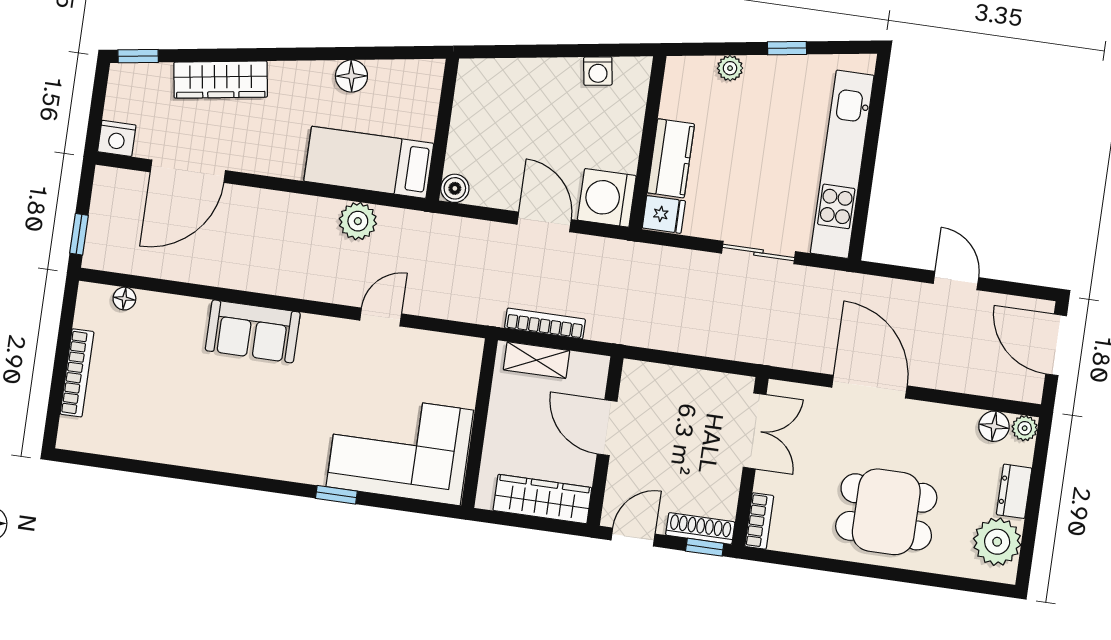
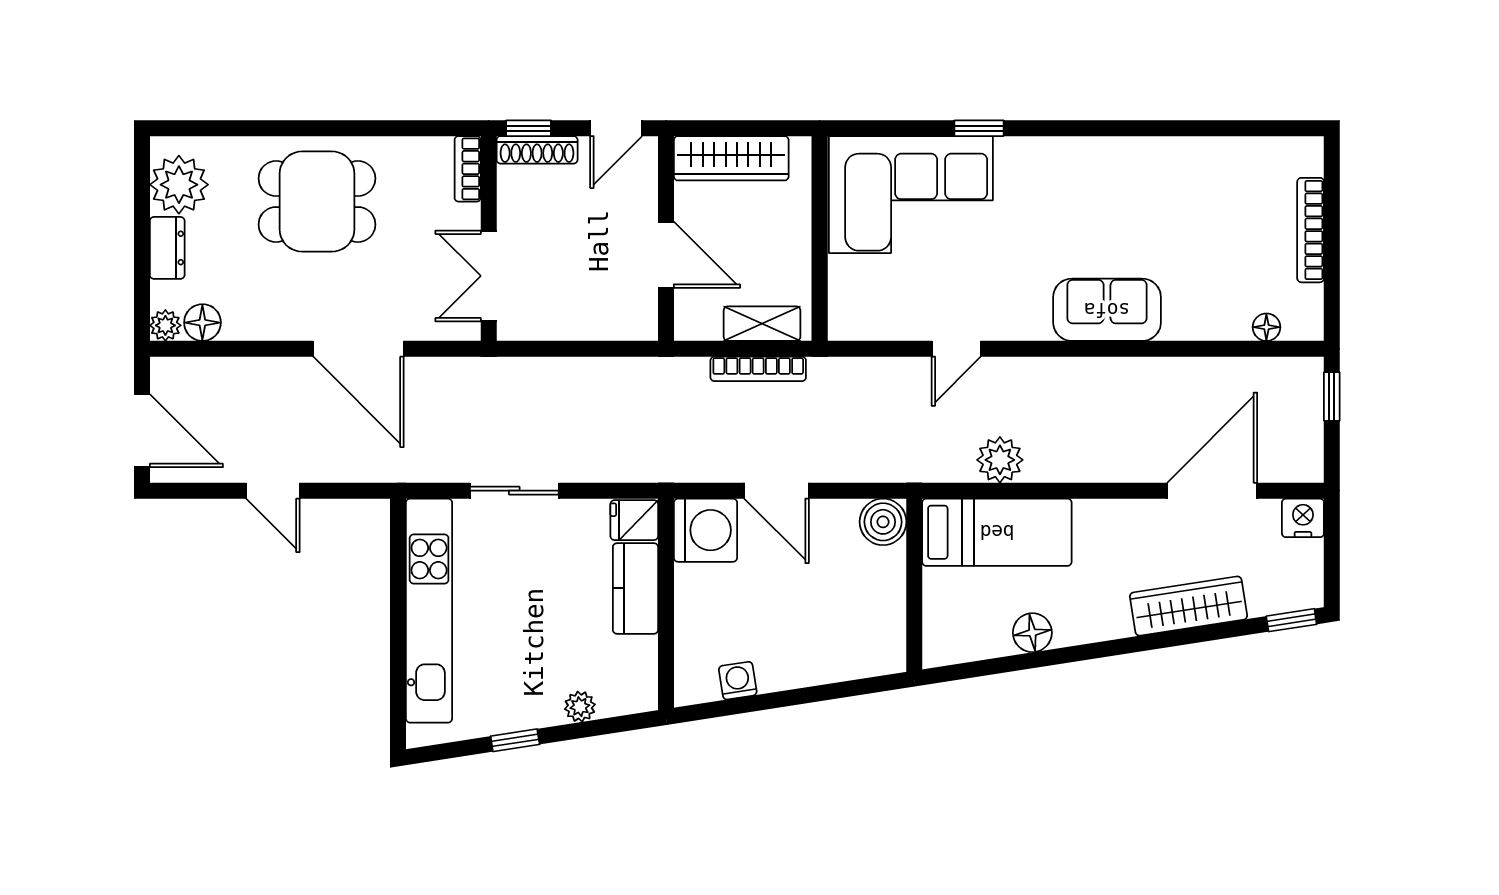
boiler: (455, 188) -> (883, 522), width x1.36, depth x1.36

